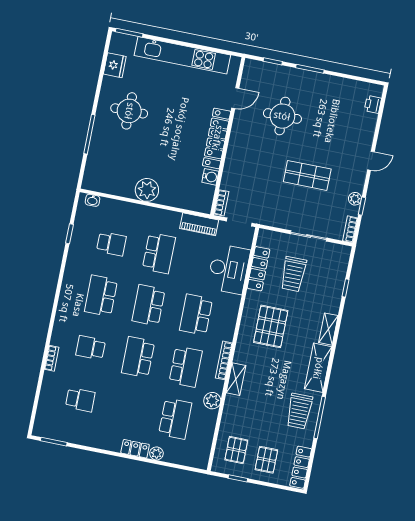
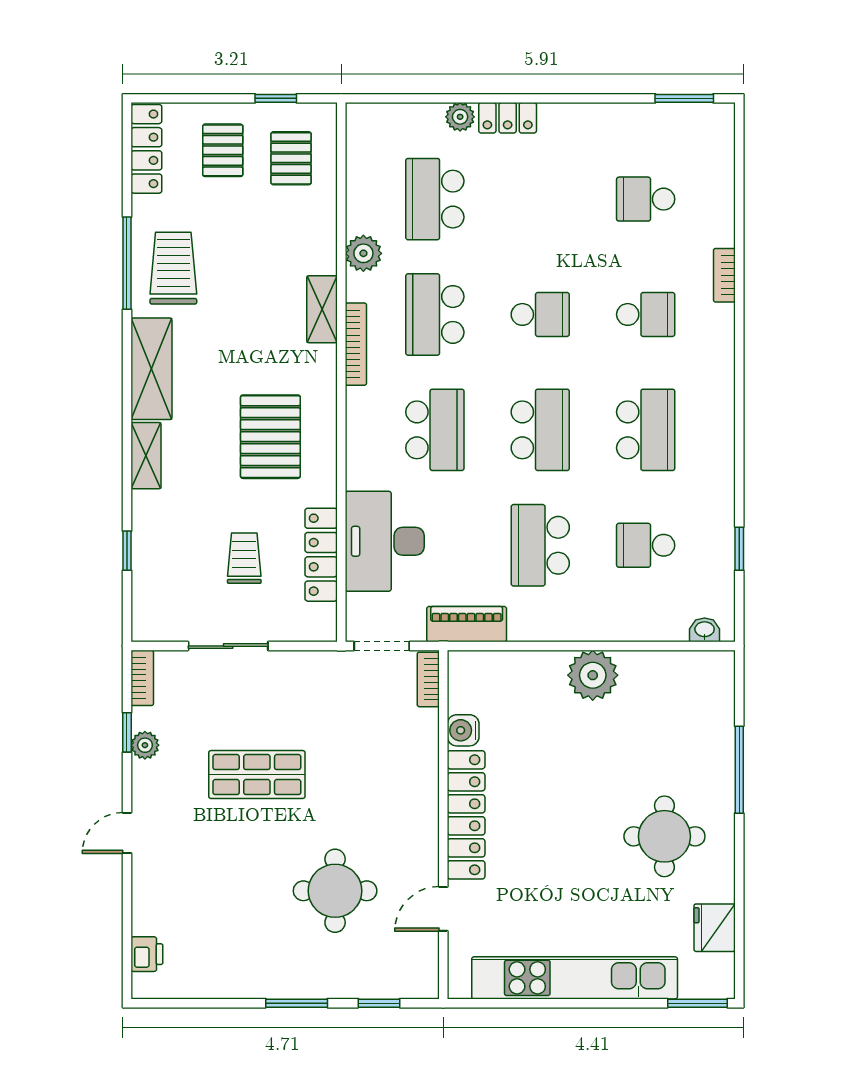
trolley: (293, 274) -> (244, 558), width x0.73, depth x0.72
school desk: (138, 357) -> (540, 314), width x0.54

